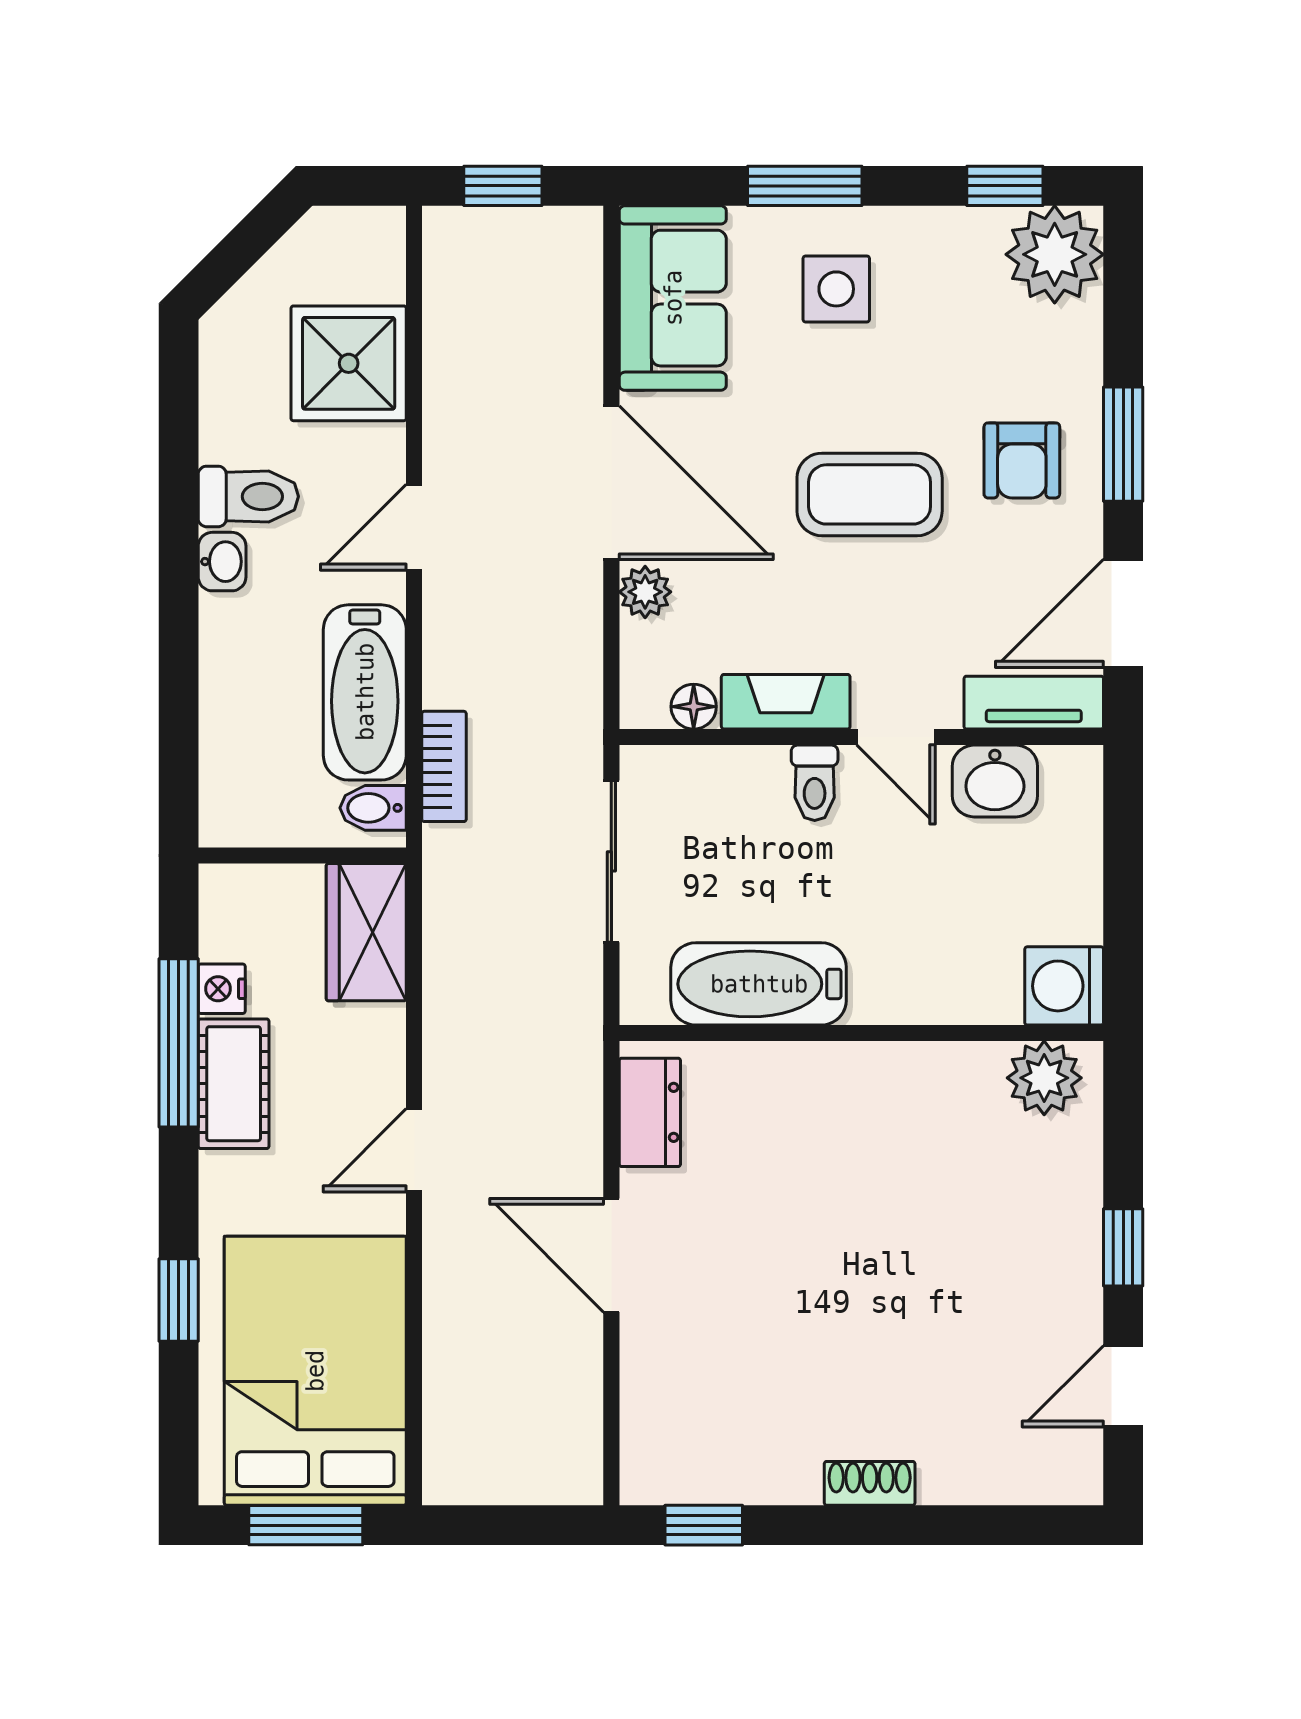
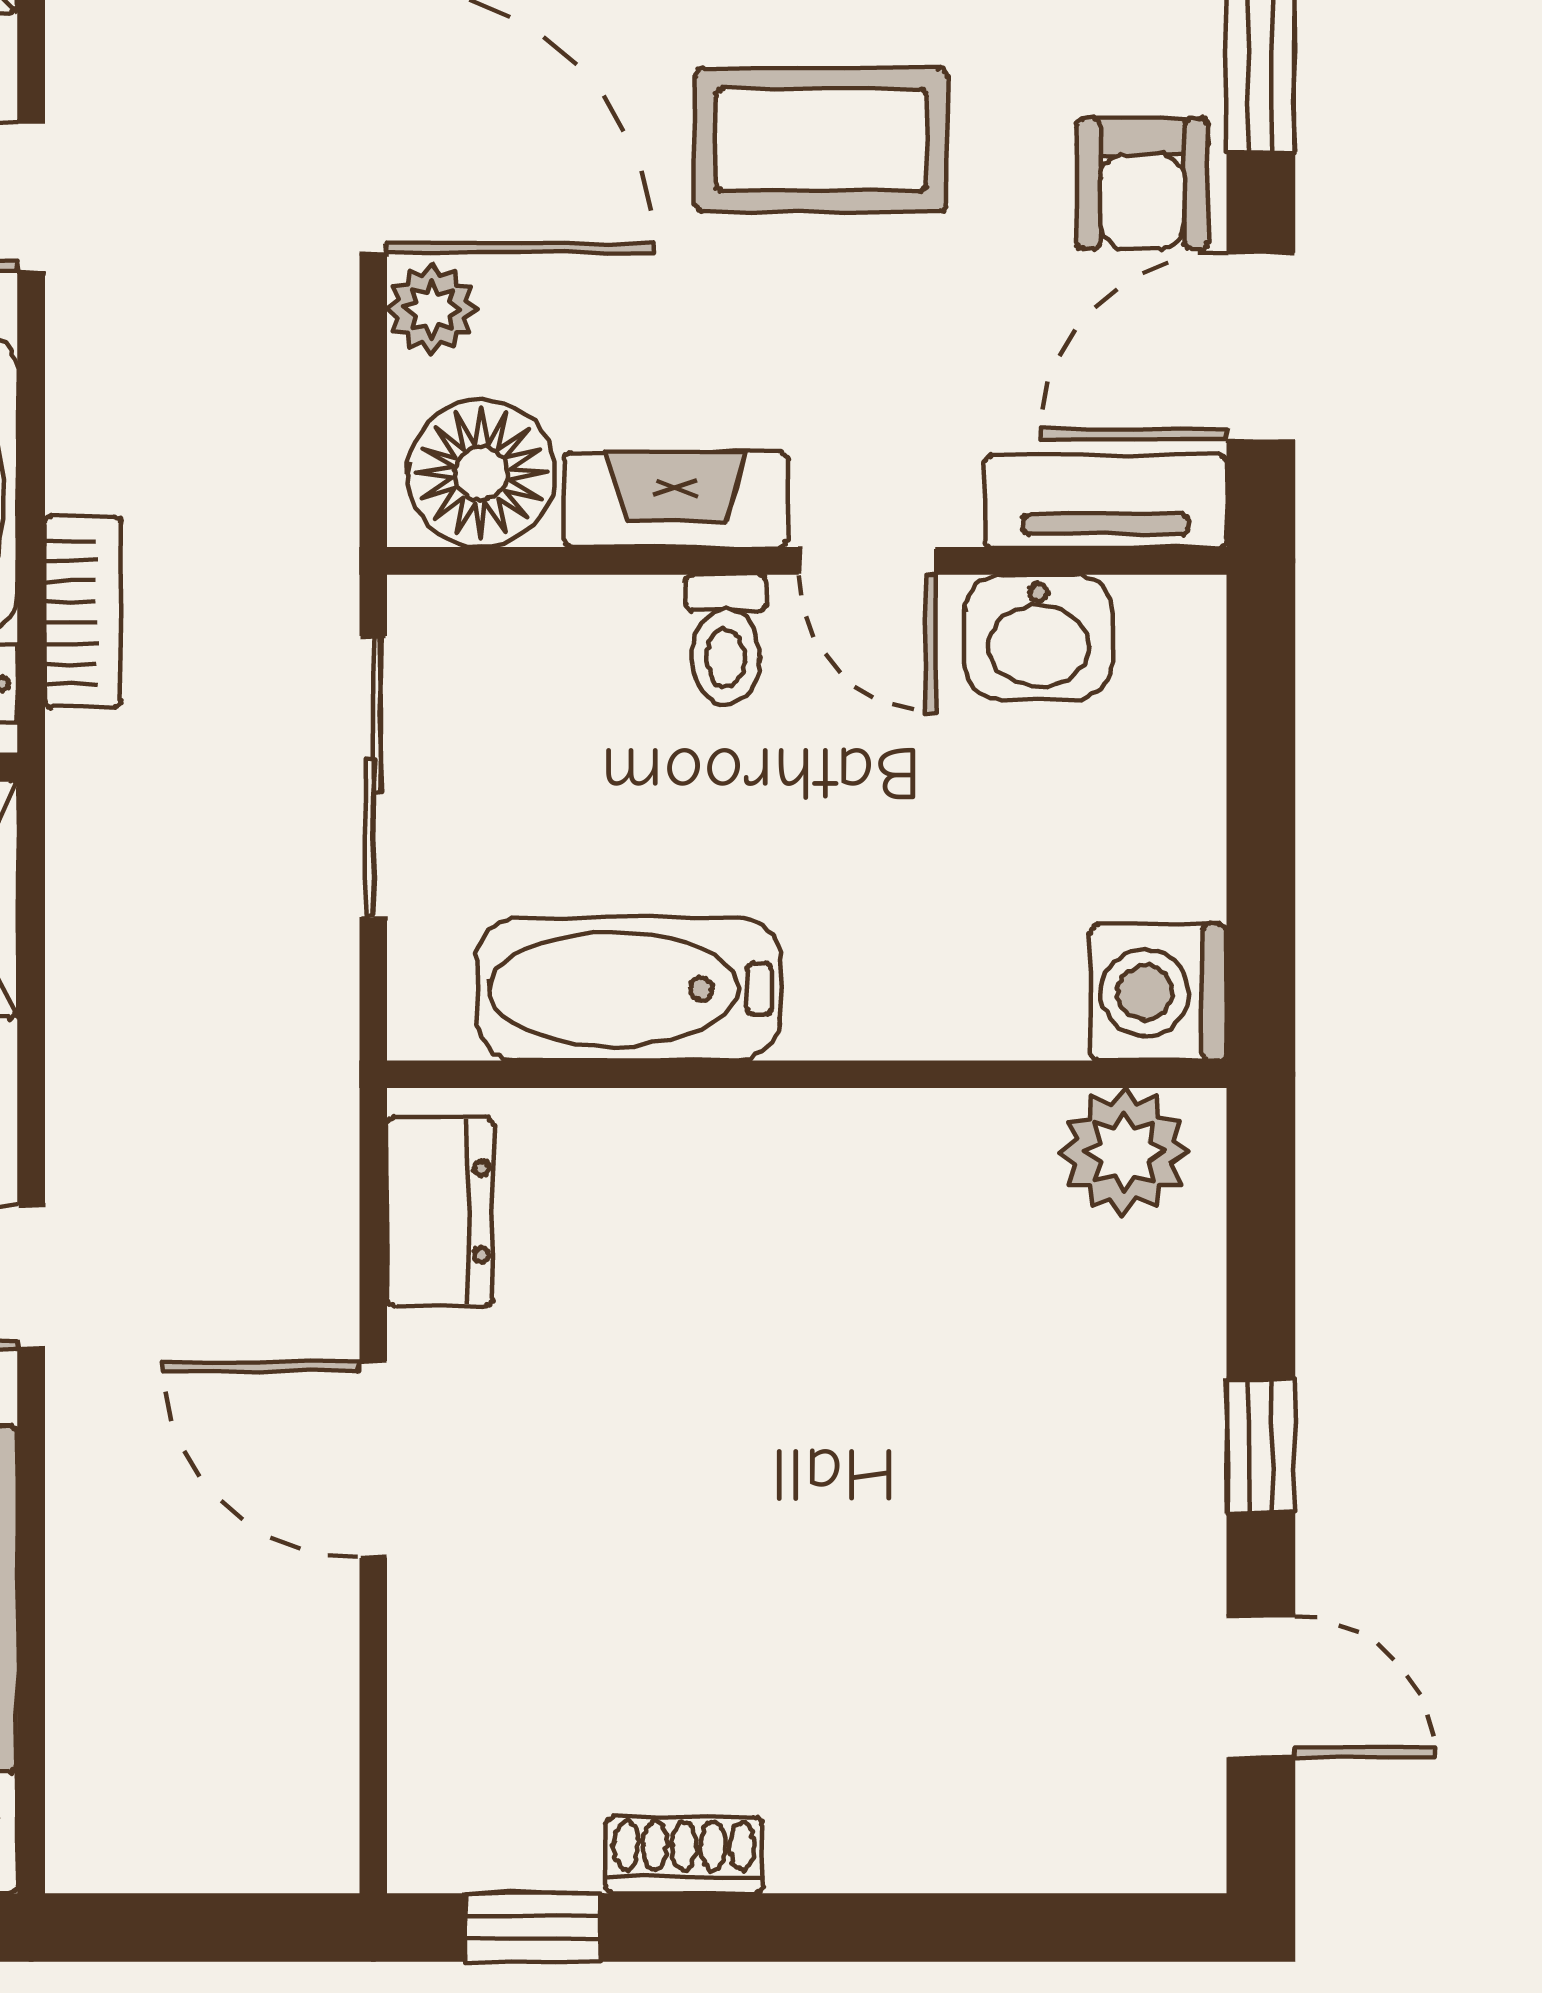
armchair: (1022, 460) -> (1142, 184), moved
floor lamp: (694, 707) -> (481, 473), width x1.89, depth x1.89
door: (1123, 1386) -> (1261, 1687), swing flipped
shoe rack: (870, 1483) -> (684, 1855), moved

